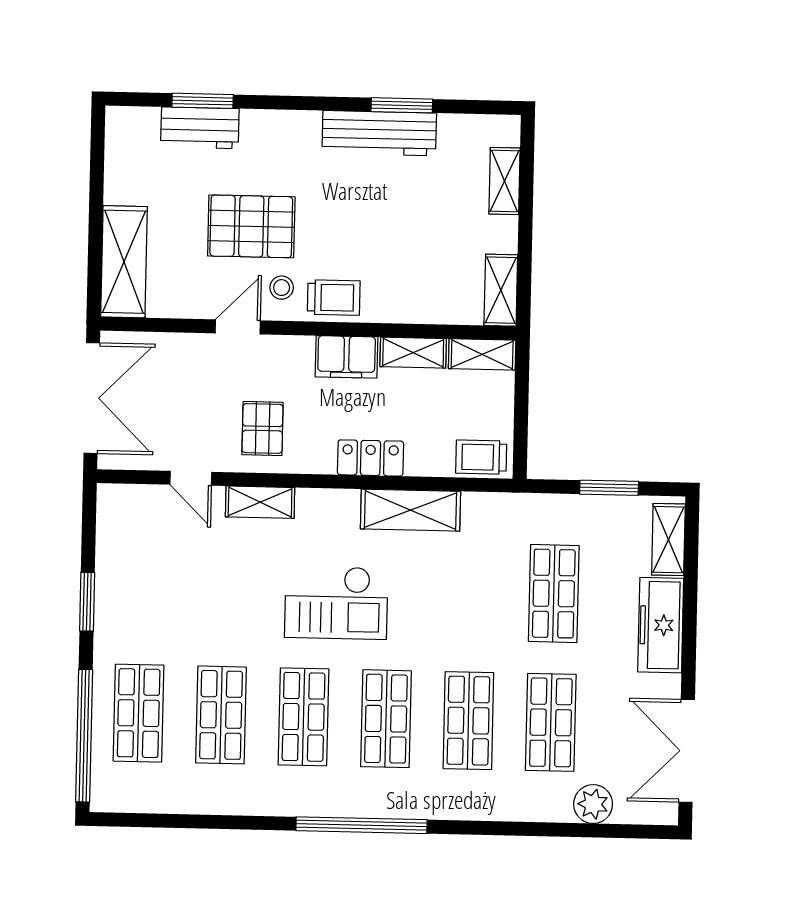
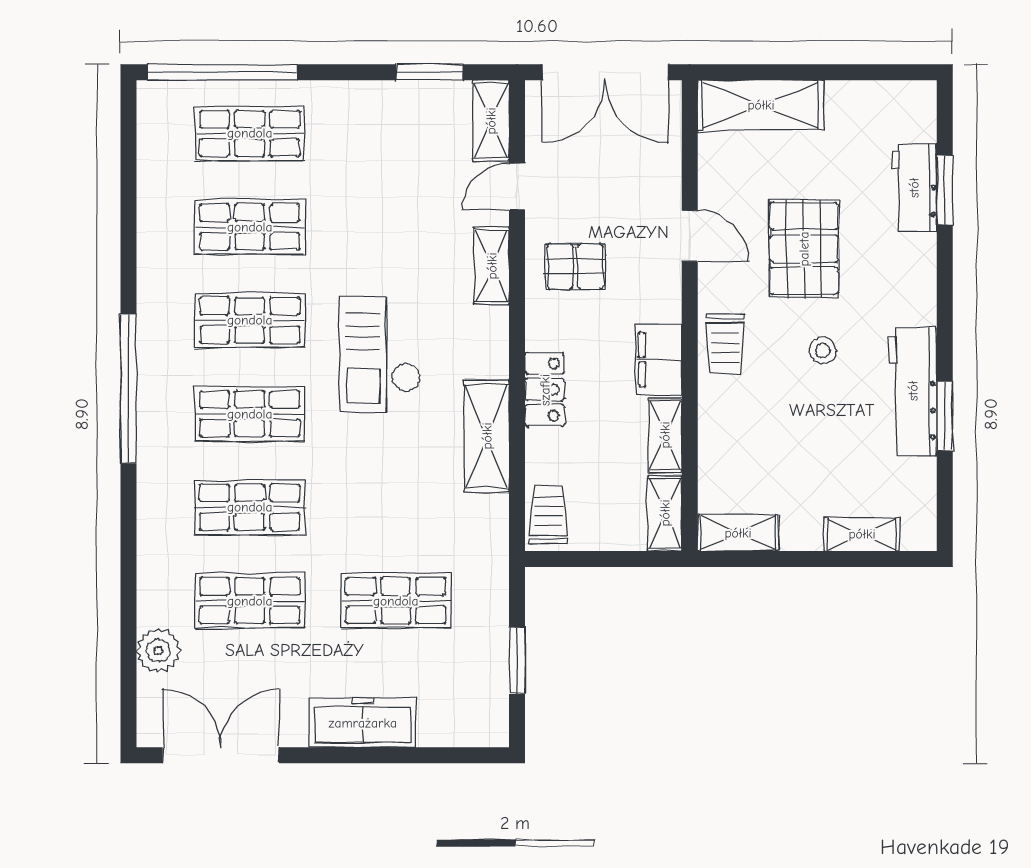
stool: (282, 288) -> (823, 351), moved
shelving: (668, 540) -> (491, 121), moved, turned 90
window: (87, 602) -> (430, 72), moved

